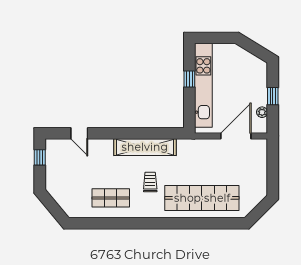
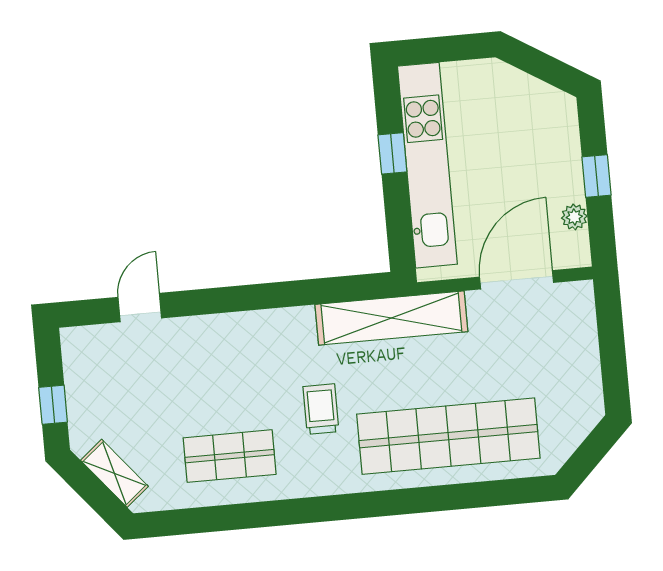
door: (79, 133) -> (140, 308), swing flipped
shelving: (145, 147) -> (391, 318), moved
window: (40, 157) -> (53, 405), moved
shelving: (63, 201) -> (114, 473), added

